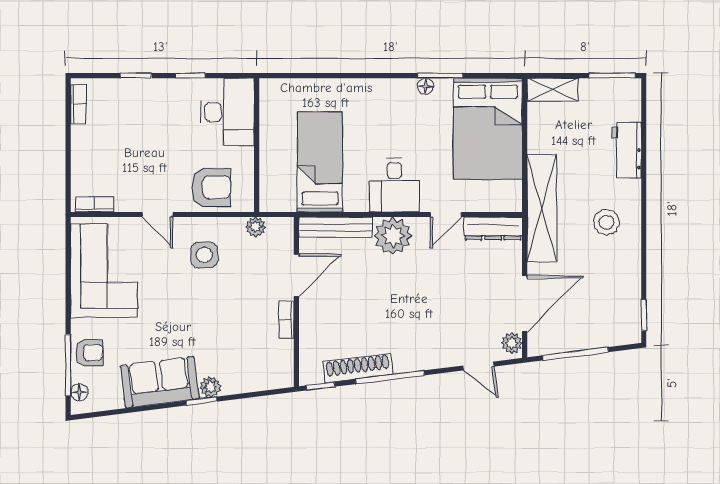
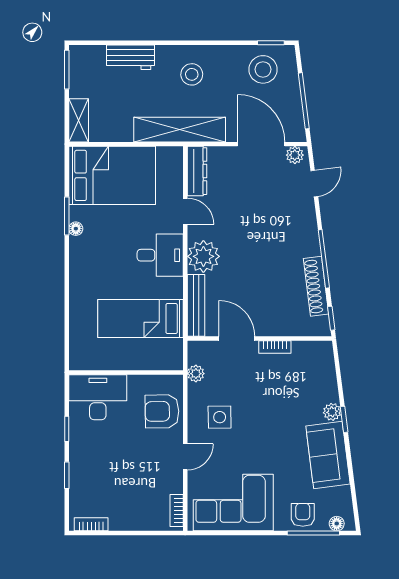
armchair: (211, 187) -> (162, 411), turned -91
stool: (612, 306) -> (263, 69), added

